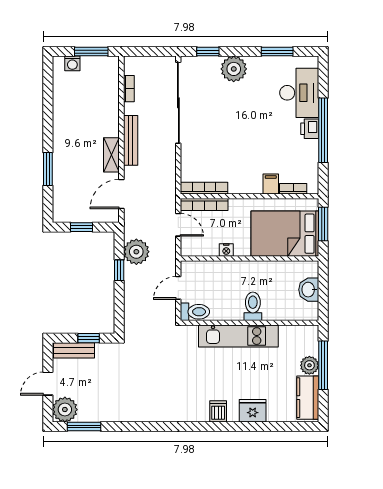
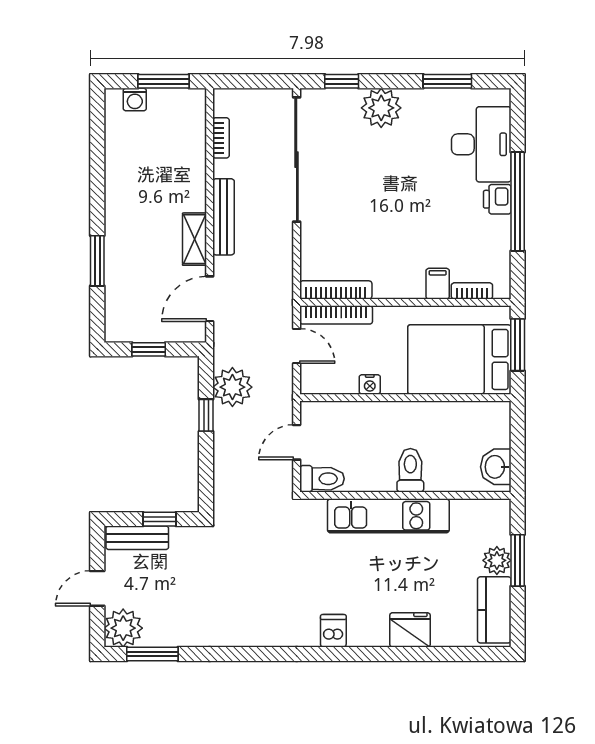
washbasin: (309, 290) -> (496, 467), moved
window: (323, 365) -> (518, 560), width x0.69
dishwasher: (218, 411) -> (333, 631), moved

